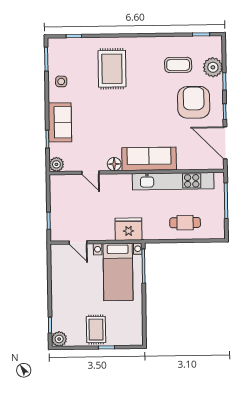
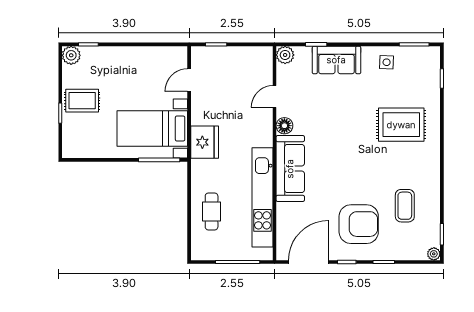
plant: (213, 67) -> (434, 254), moved, width x0.53, depth x0.53

